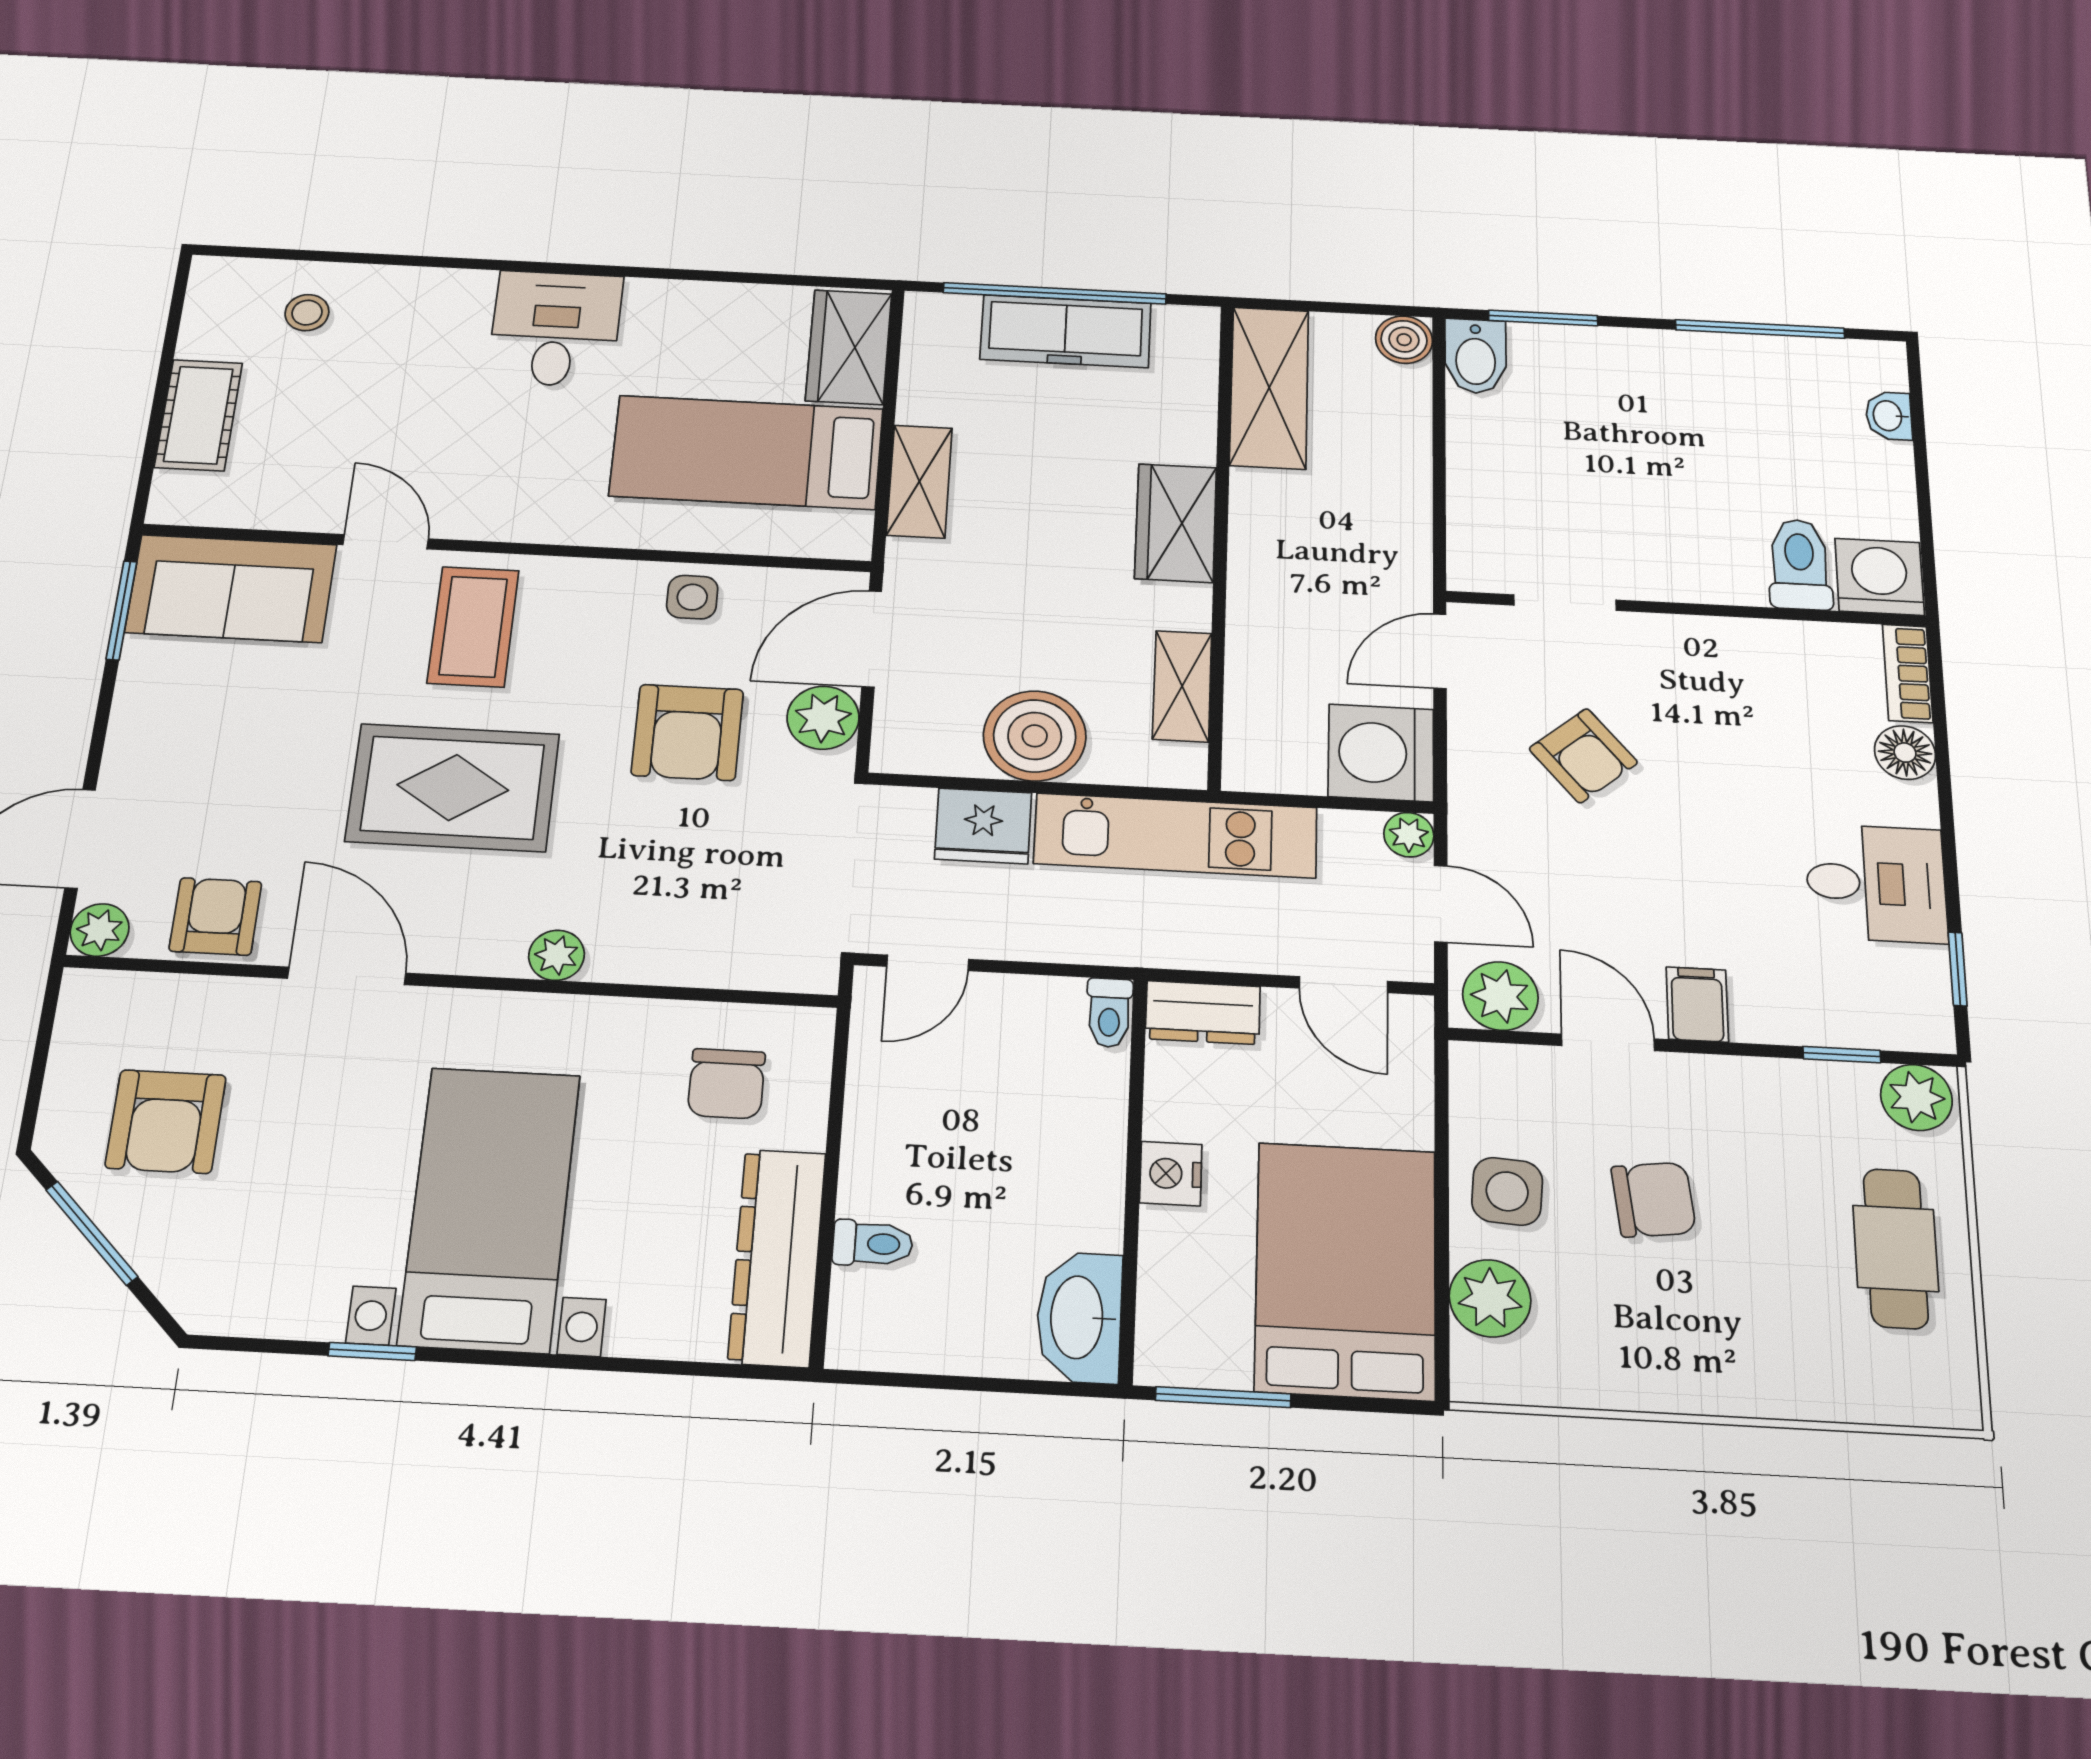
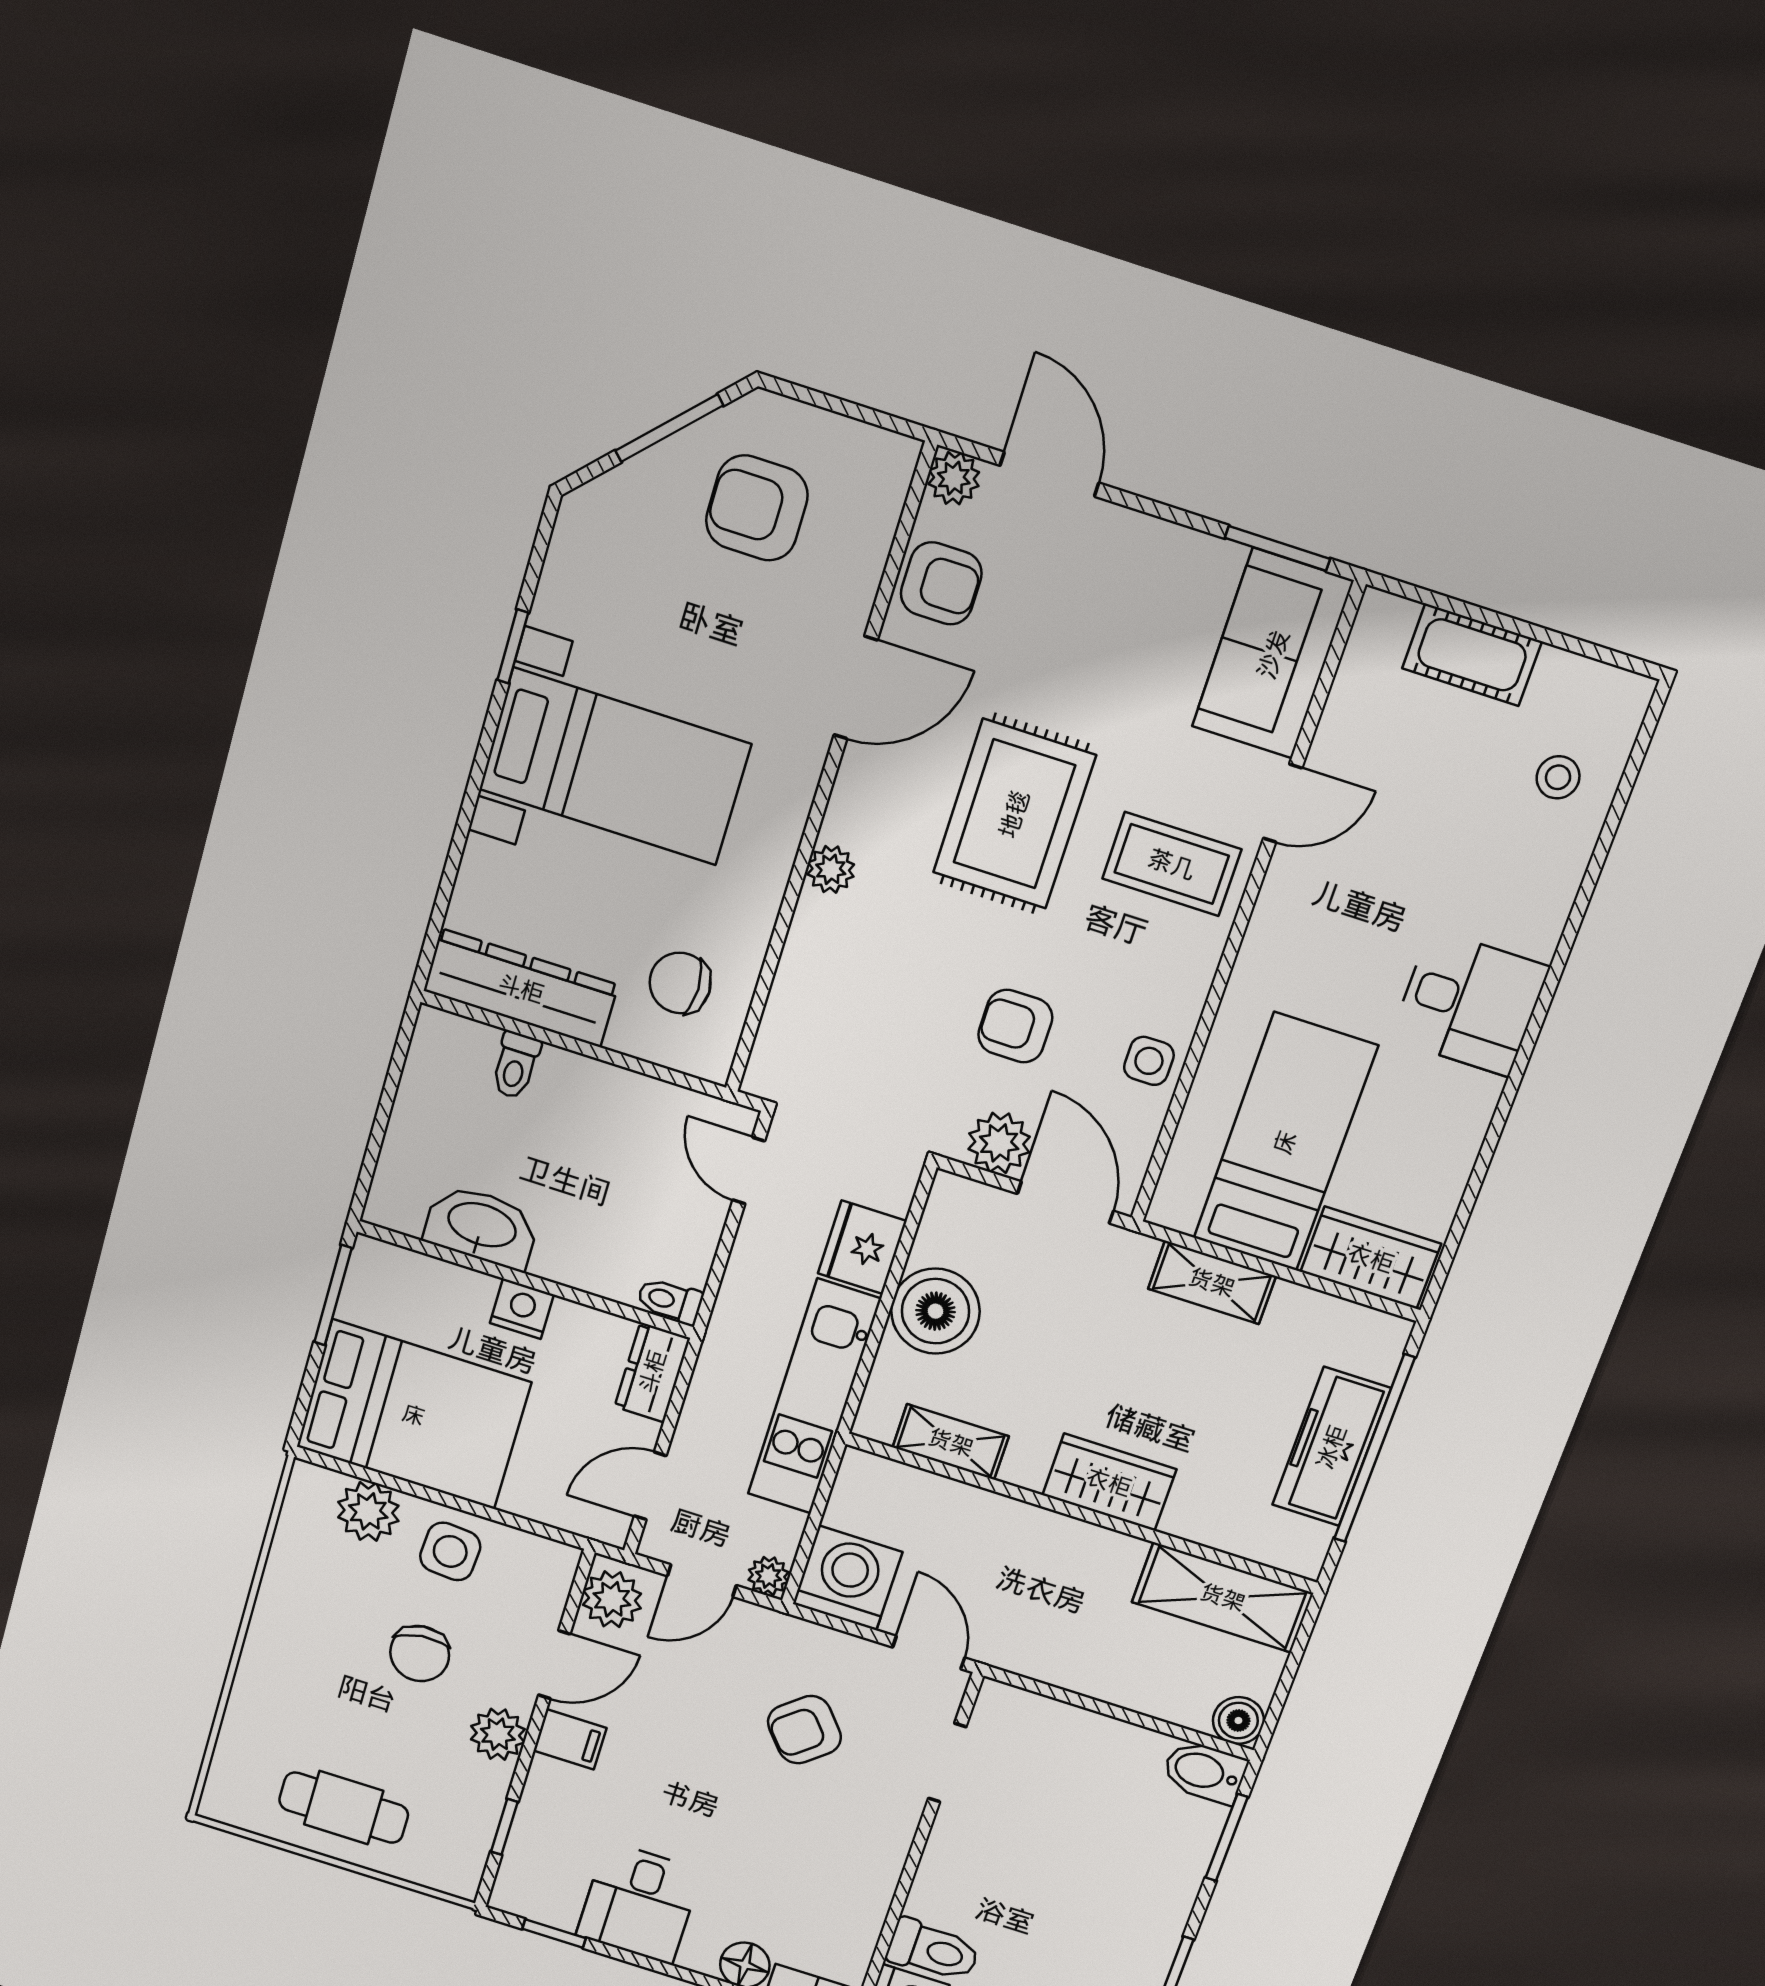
armchair: (687, 732) -> (1015, 1026), width x0.72, depth x0.72
plant: (1916, 1097) -> (498, 1734), moved
washbasin: (1079, 1317) -> (482, 1227), moved

